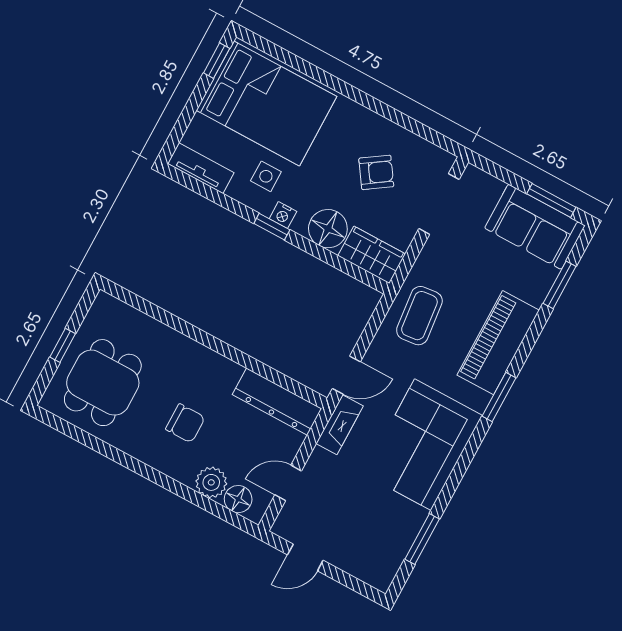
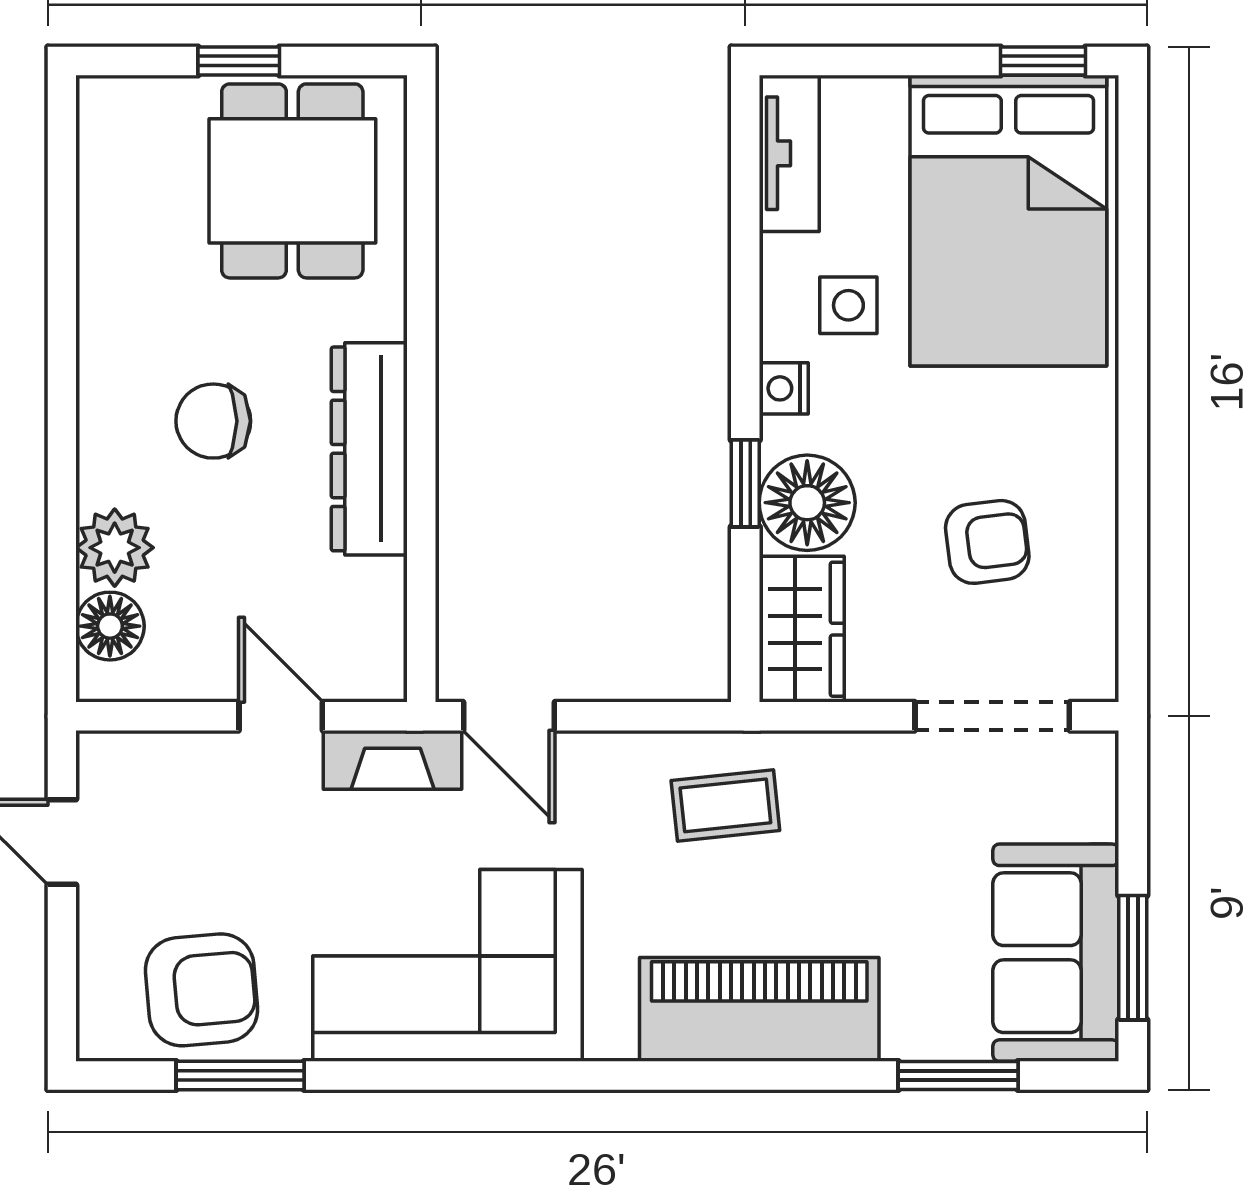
armchair: (376, 172) -> (987, 542), turned -63
window: (272, 227) -> (745, 483), moved
coffee table: (419, 316) -> (725, 805), width x0.73, depth x0.77
dining table: (103, 383) -> (292, 181), moved, turned 90
window: (499, 397) -> (641, 1076), removed
dresser: (277, 402) -> (369, 449), moved
chair: (185, 423) -> (213, 421), turned 90
door: (288, 483) -> (281, 716), moved
armchair: (384, 536) -> (201, 990), added

